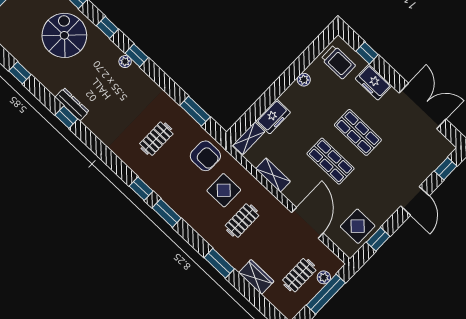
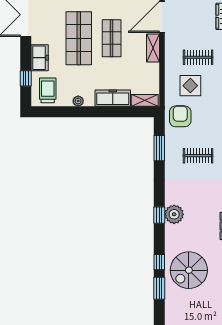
window: (107, 27) -> (159, 262), moved
plant: (125, 62) -> (174, 214), width x1.87, depth x1.87
freezer: (273, 117) -> (113, 98), width x1.40
shop shelf: (358, 132) -> (79, 38), width x1.43, depth x1.36
shelving: (273, 175) -> (153, 48), moved

